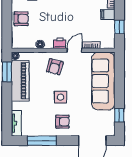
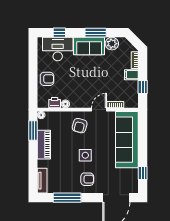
printer: (60, 43) -> (55, 103), moved
piano: (20, 81) -> (44, 145), width x0.73, depth x0.75

